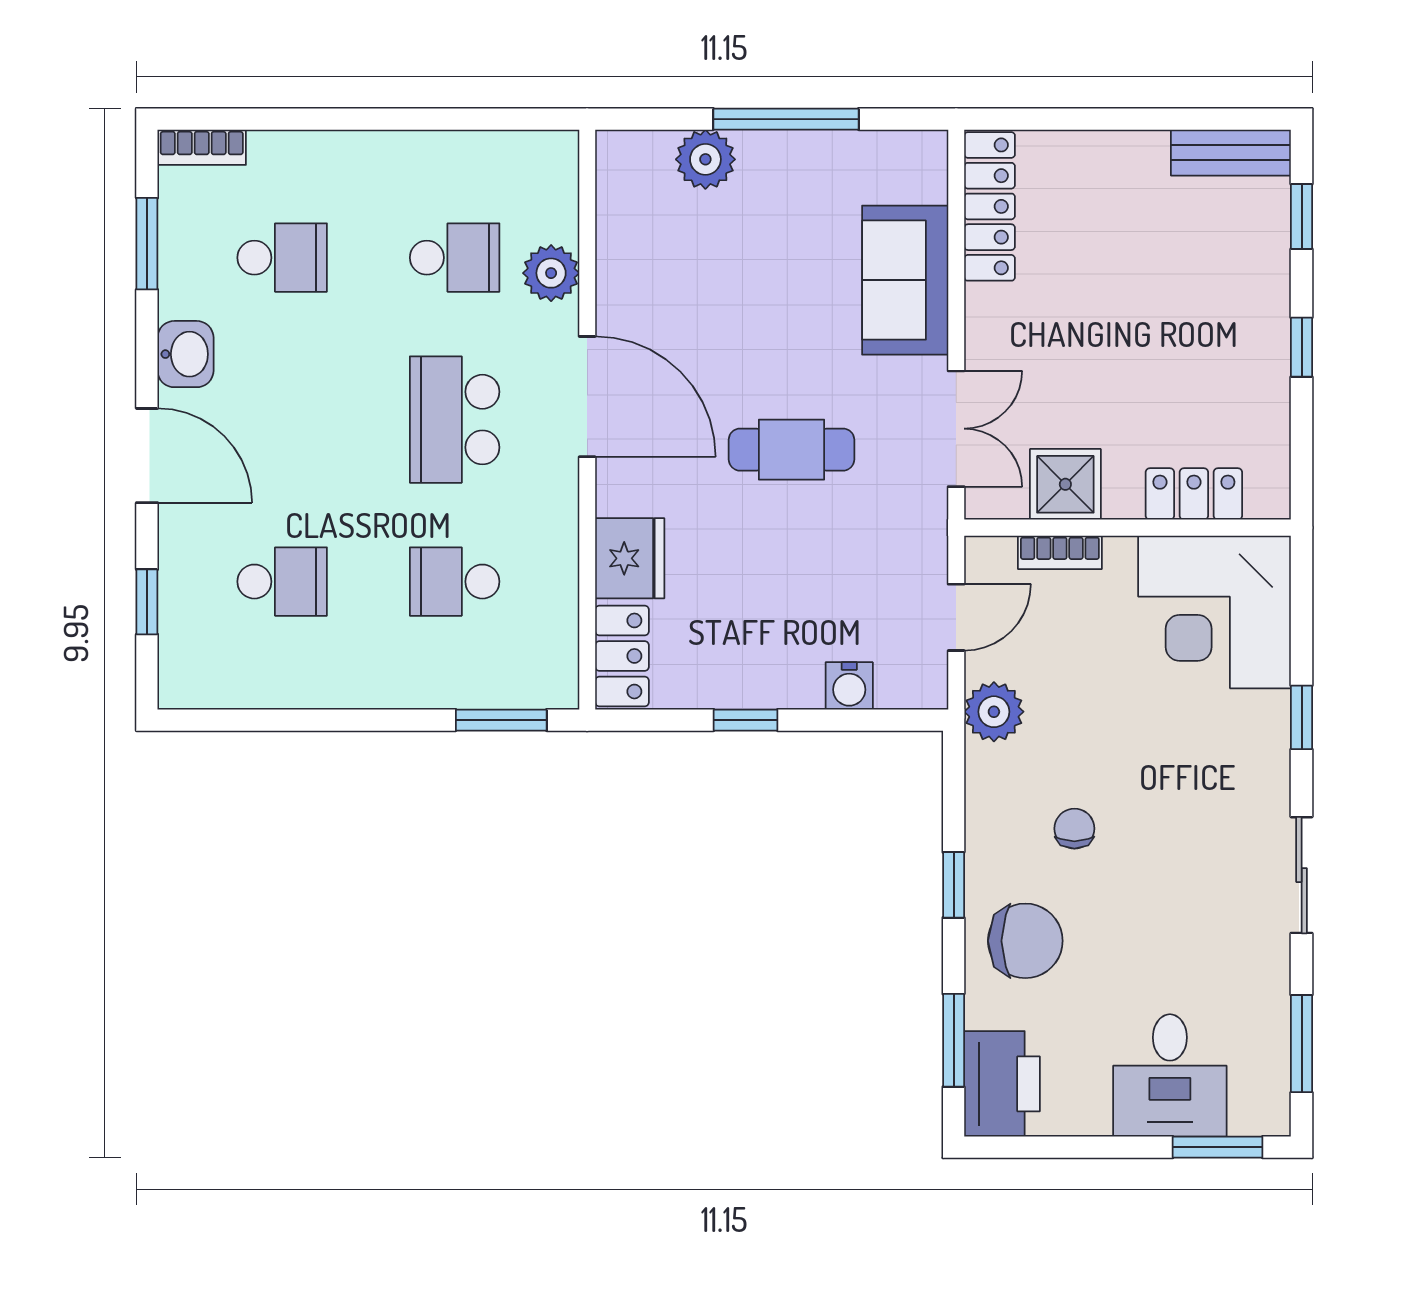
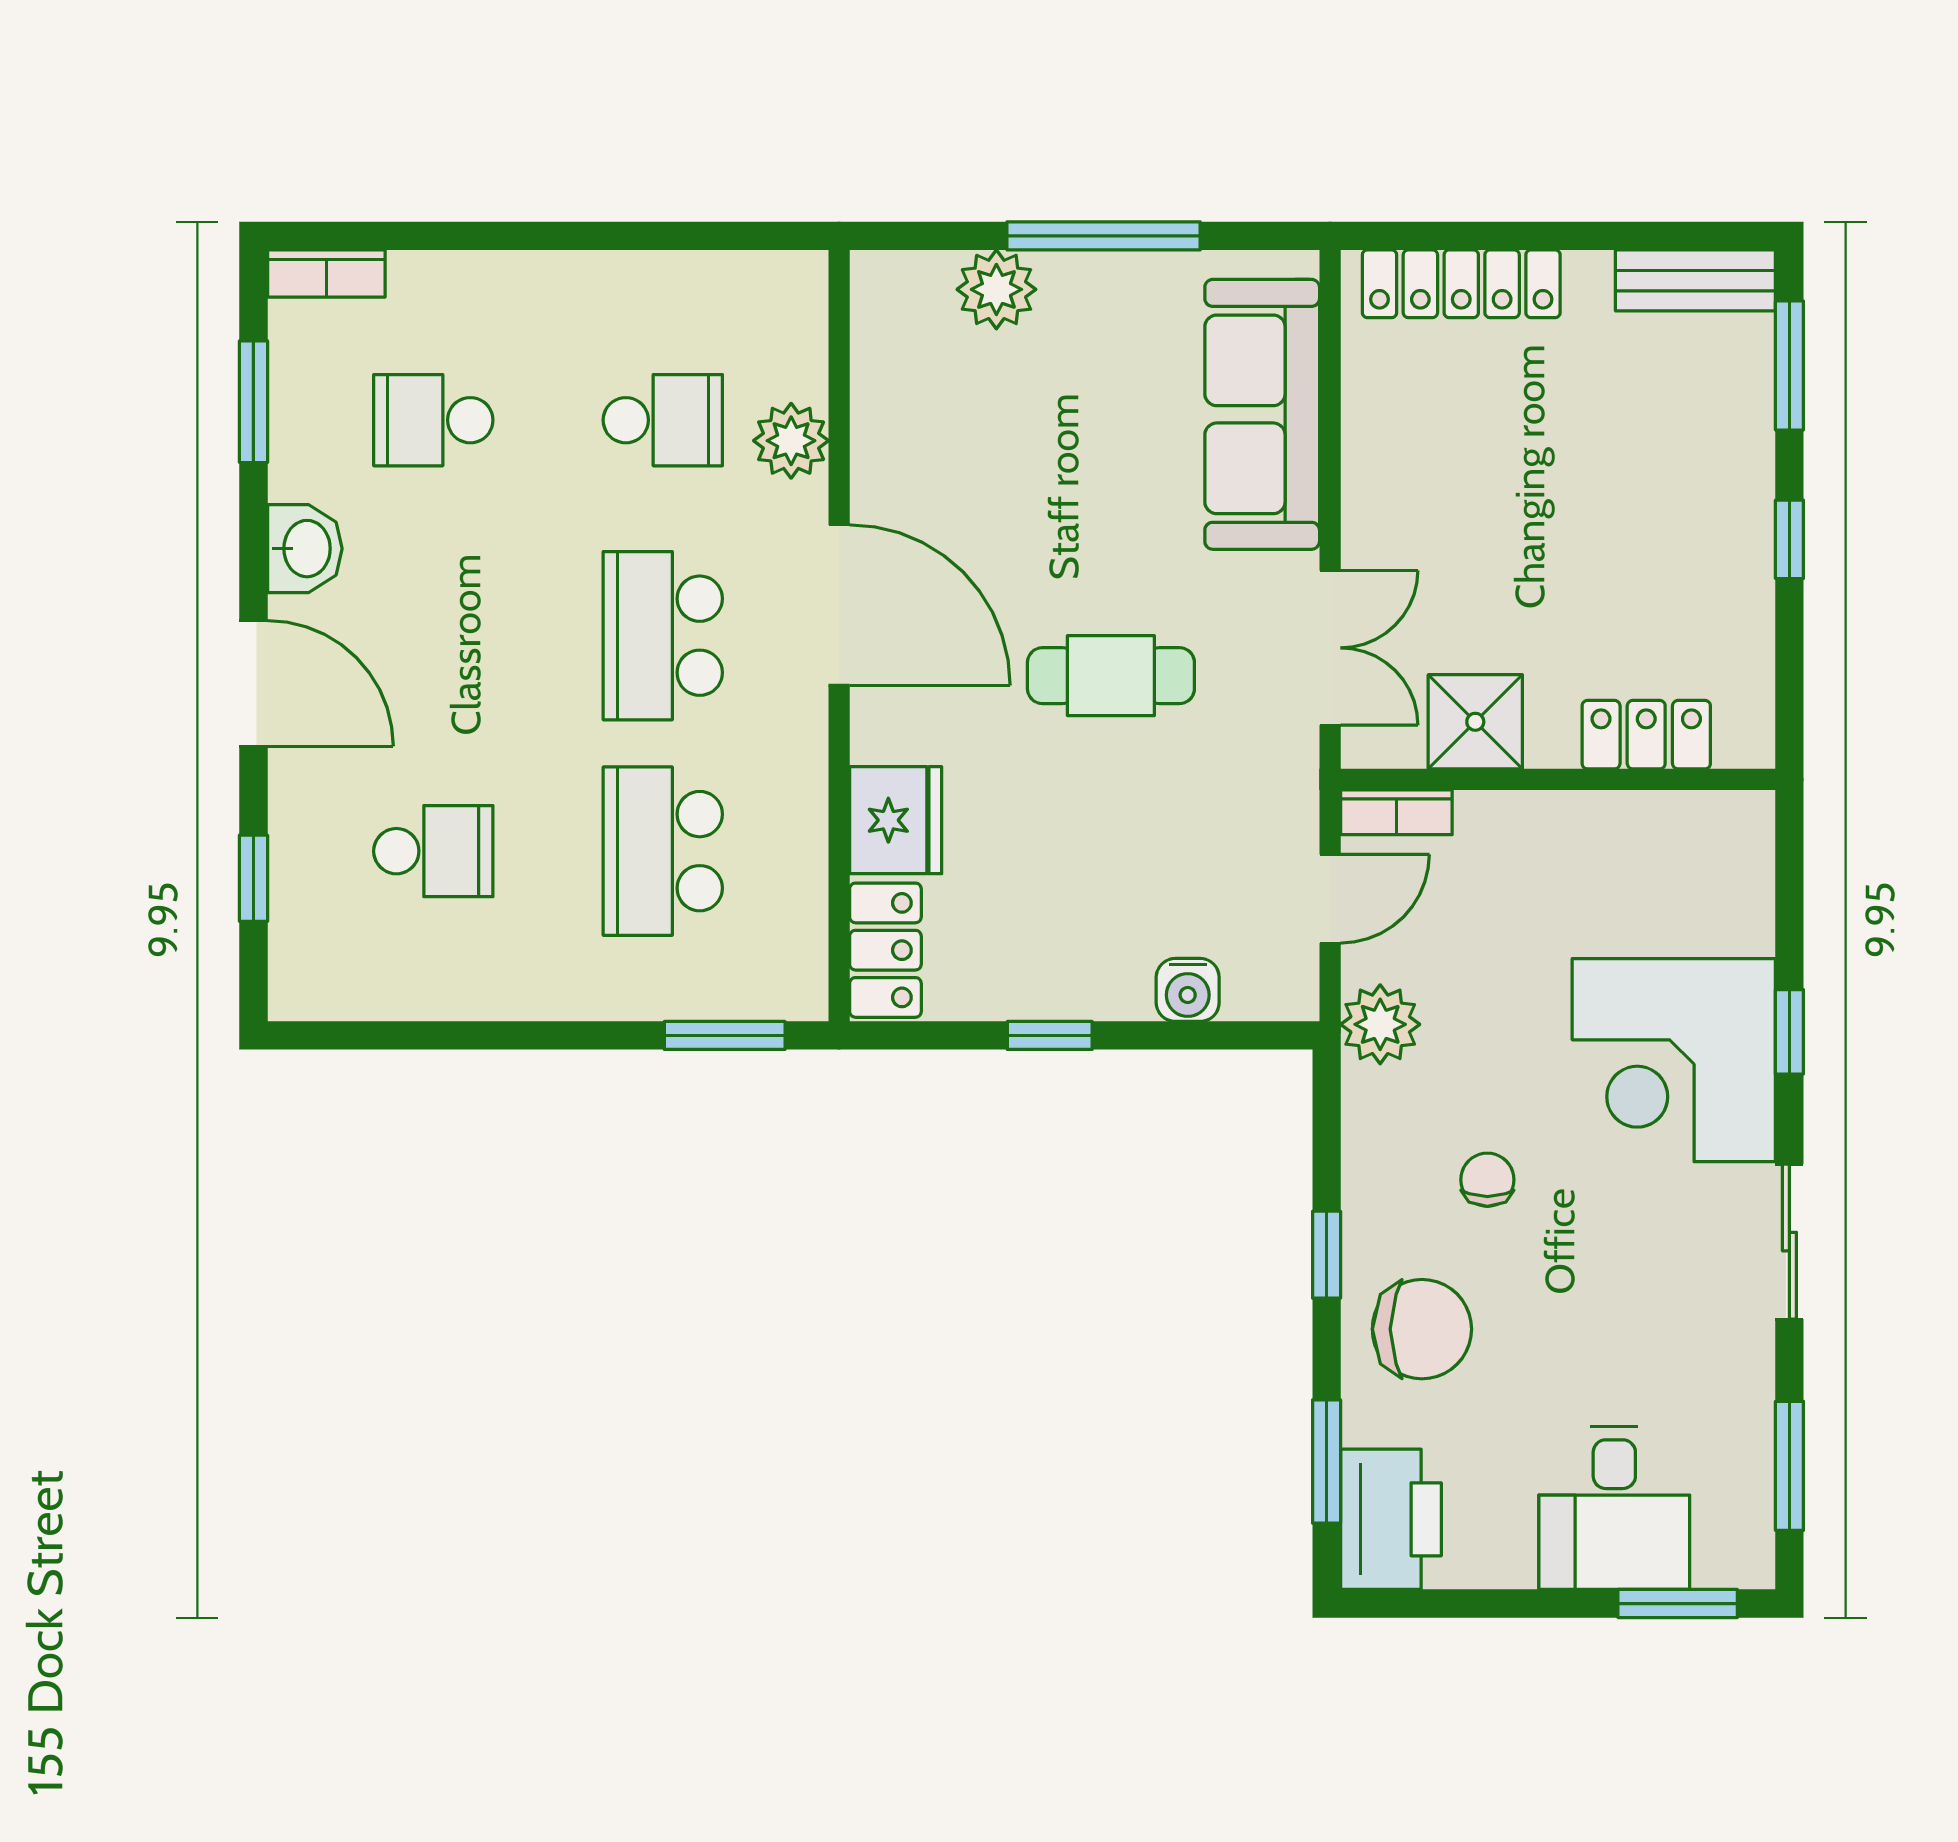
locker: (990, 206) -> (1461, 284), moved, turned 90
window: (1302, 216) -> (1789, 366), width x1.50
school desk: (282, 258) -> (433, 420), turned 180
sofa: (905, 280) -> (1262, 414), width x1.36
bookcase: (1060, 552) -> (1396, 812), moved
school desk: (455, 582) -> (663, 851), width x1.85
corner desk: (1215, 612) -> (1674, 1060), moved

